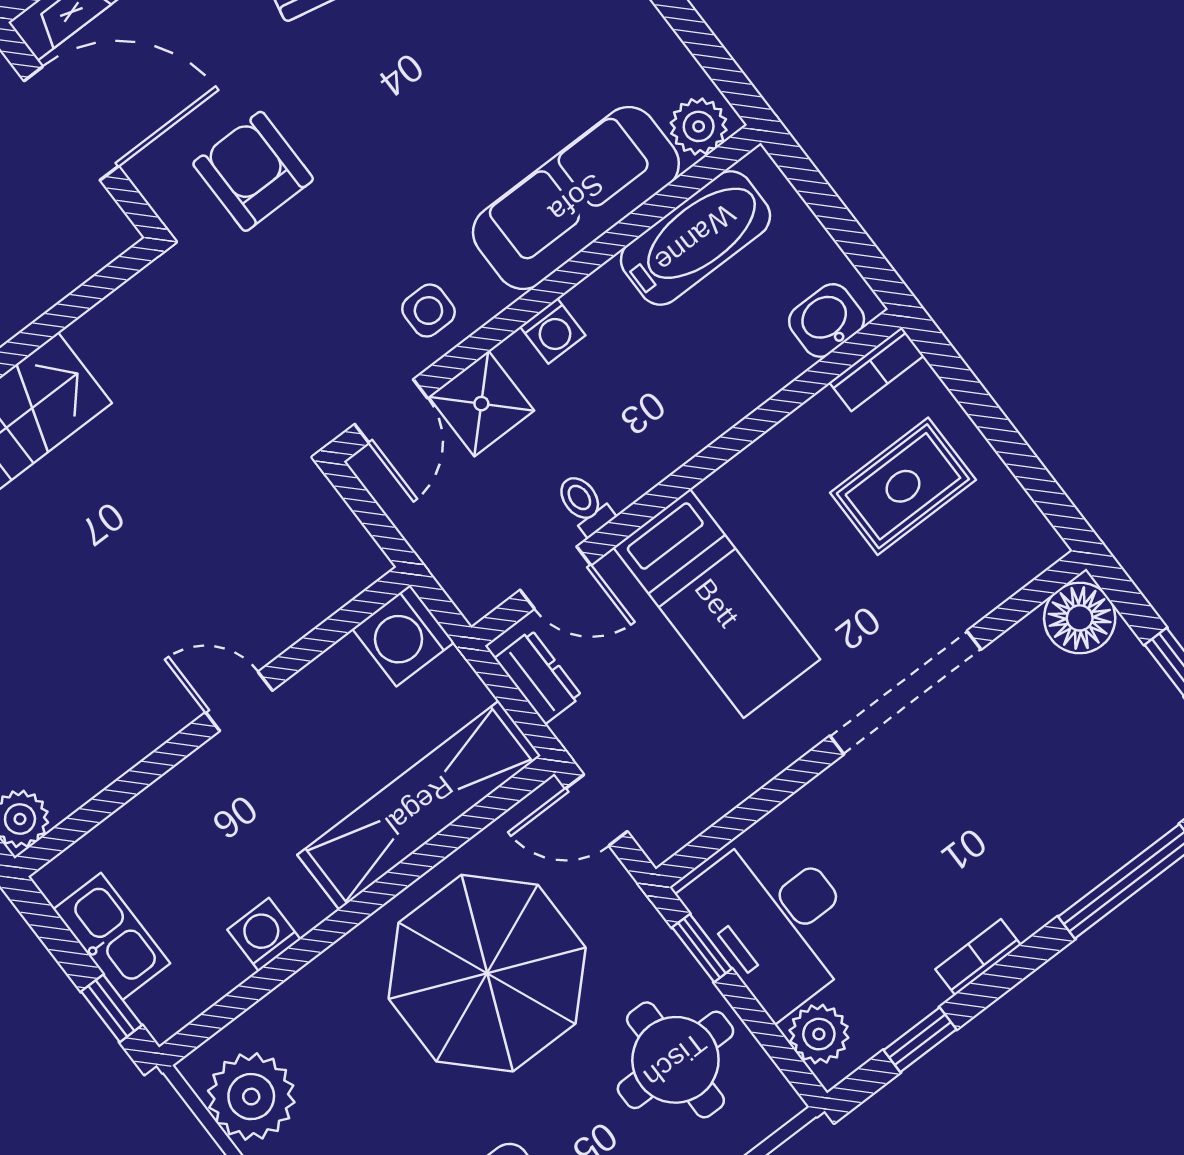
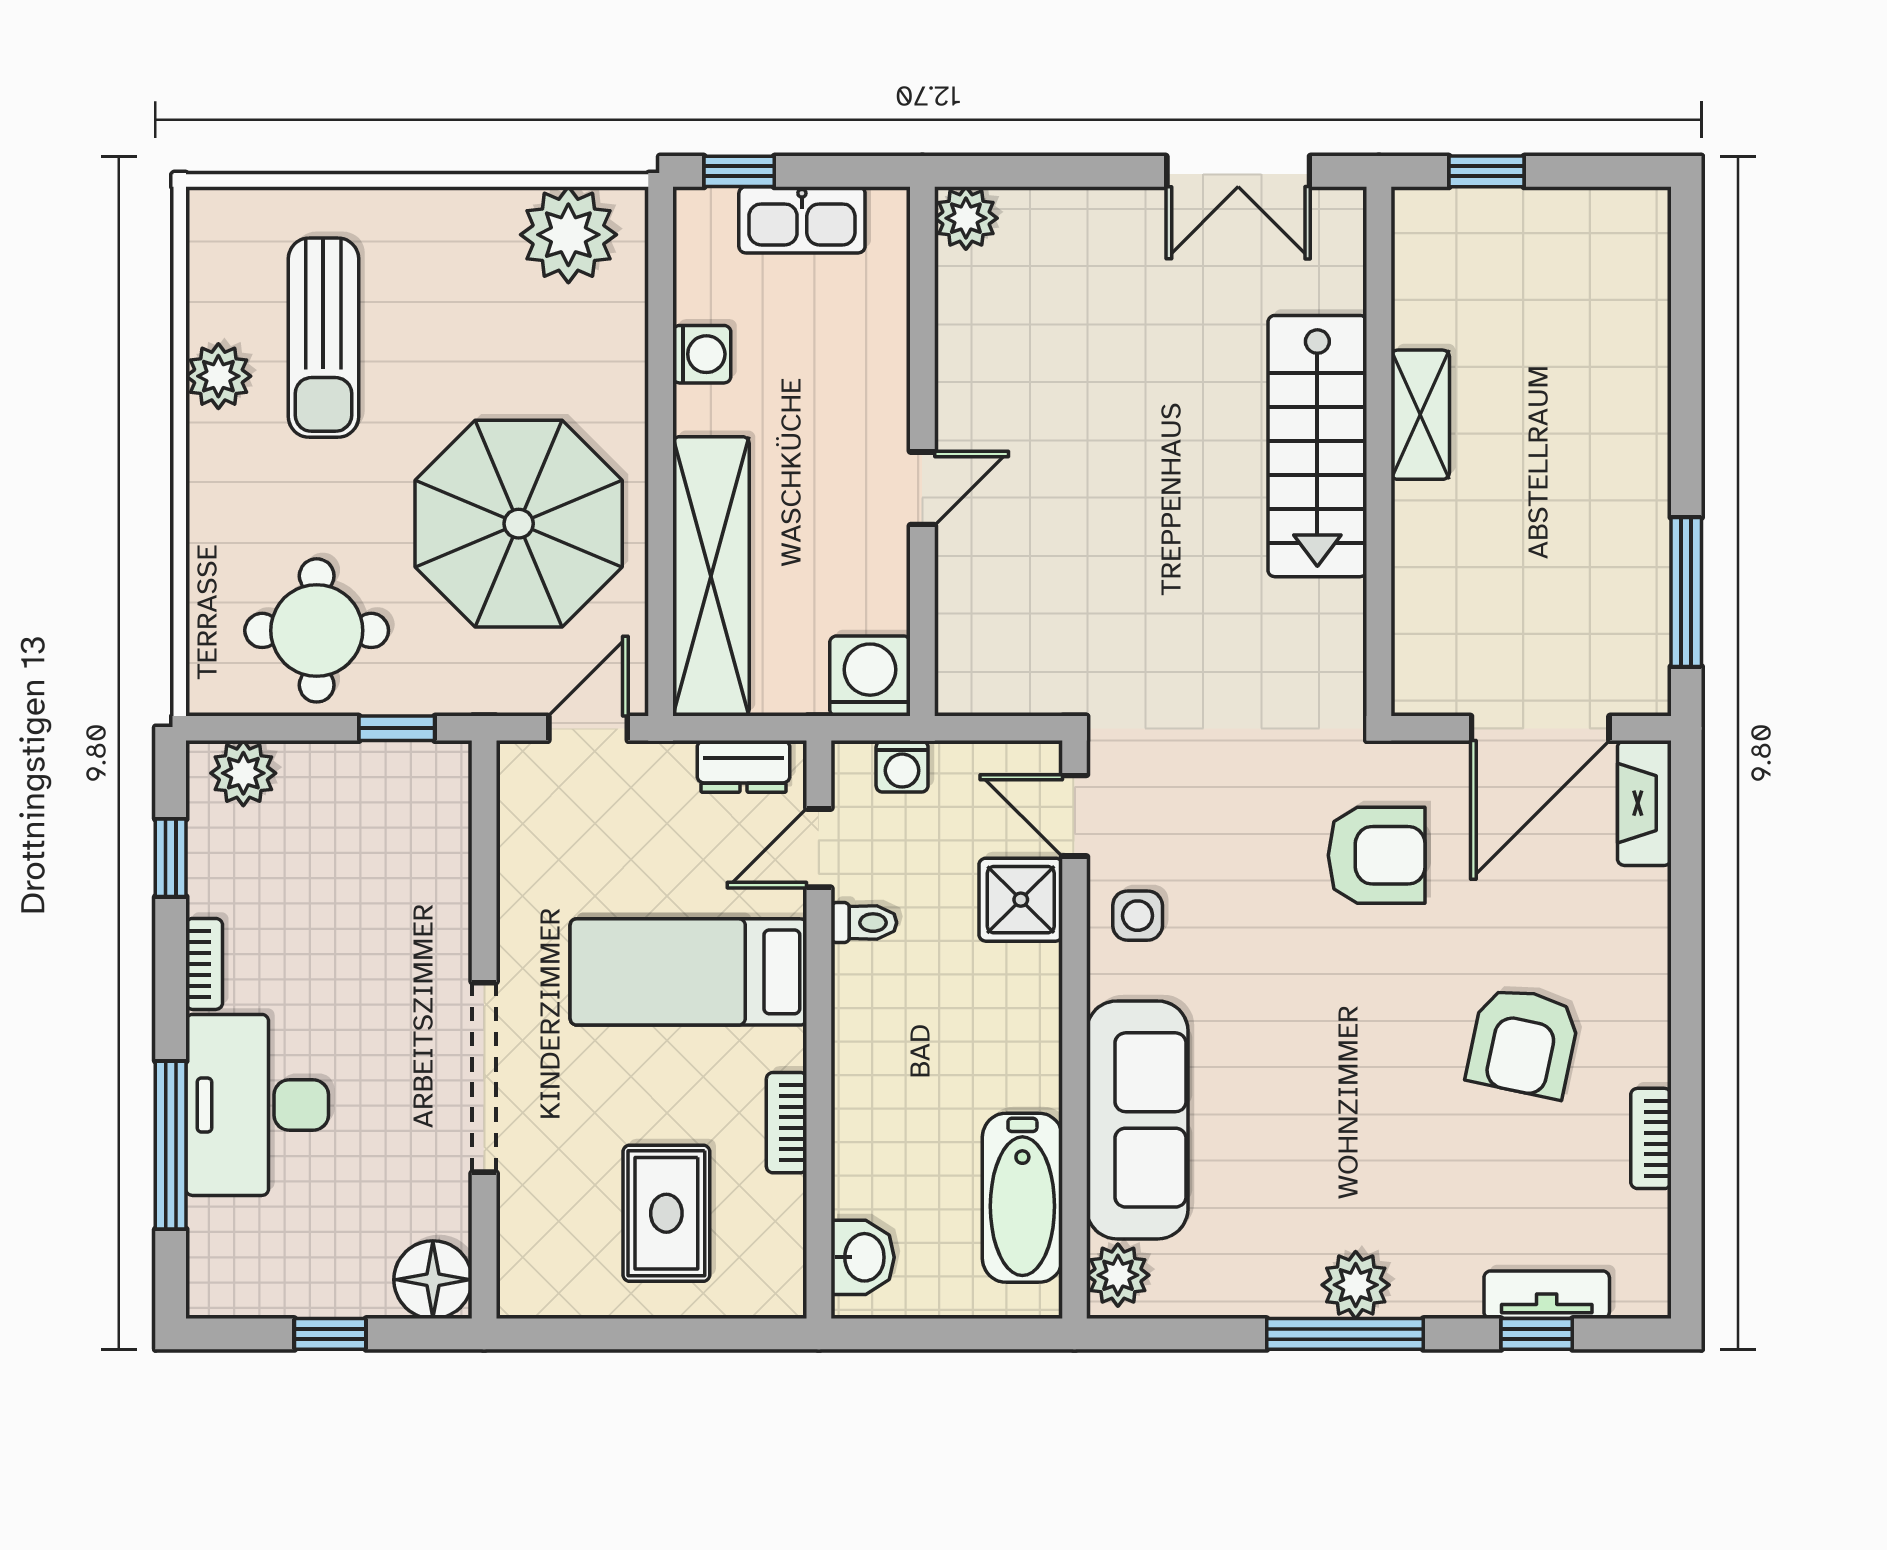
washing machine: (553, 331) -> (902, 766), moved, turned -90
bookcase: (876, 369) -> (787, 1123), moved
desk: (776, 920) -> (257, 1105), moved, turned -90

